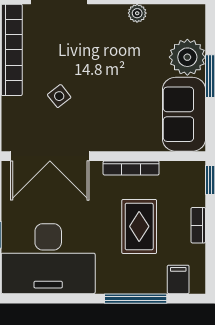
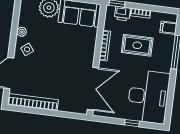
side table: (59, 96) -> (27, 49), moved
printer: (193, 192) -> (122, 14), added

